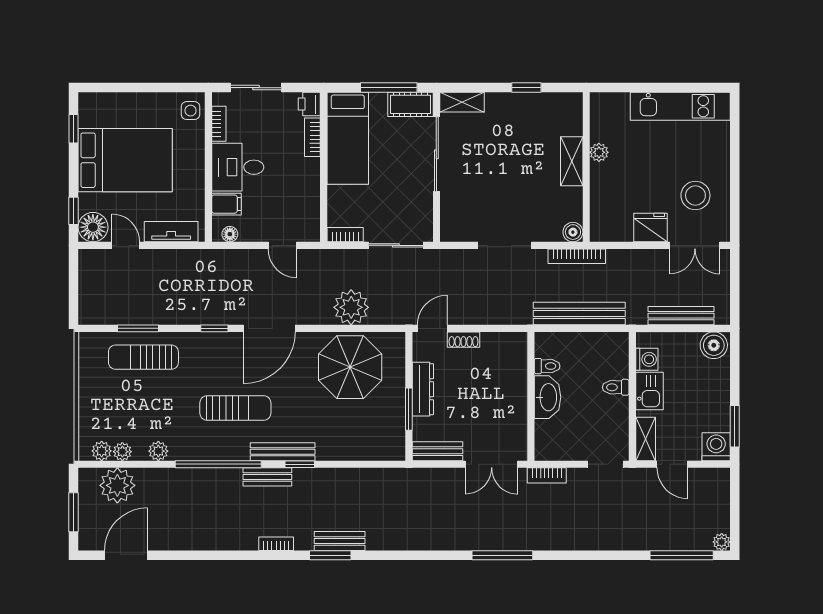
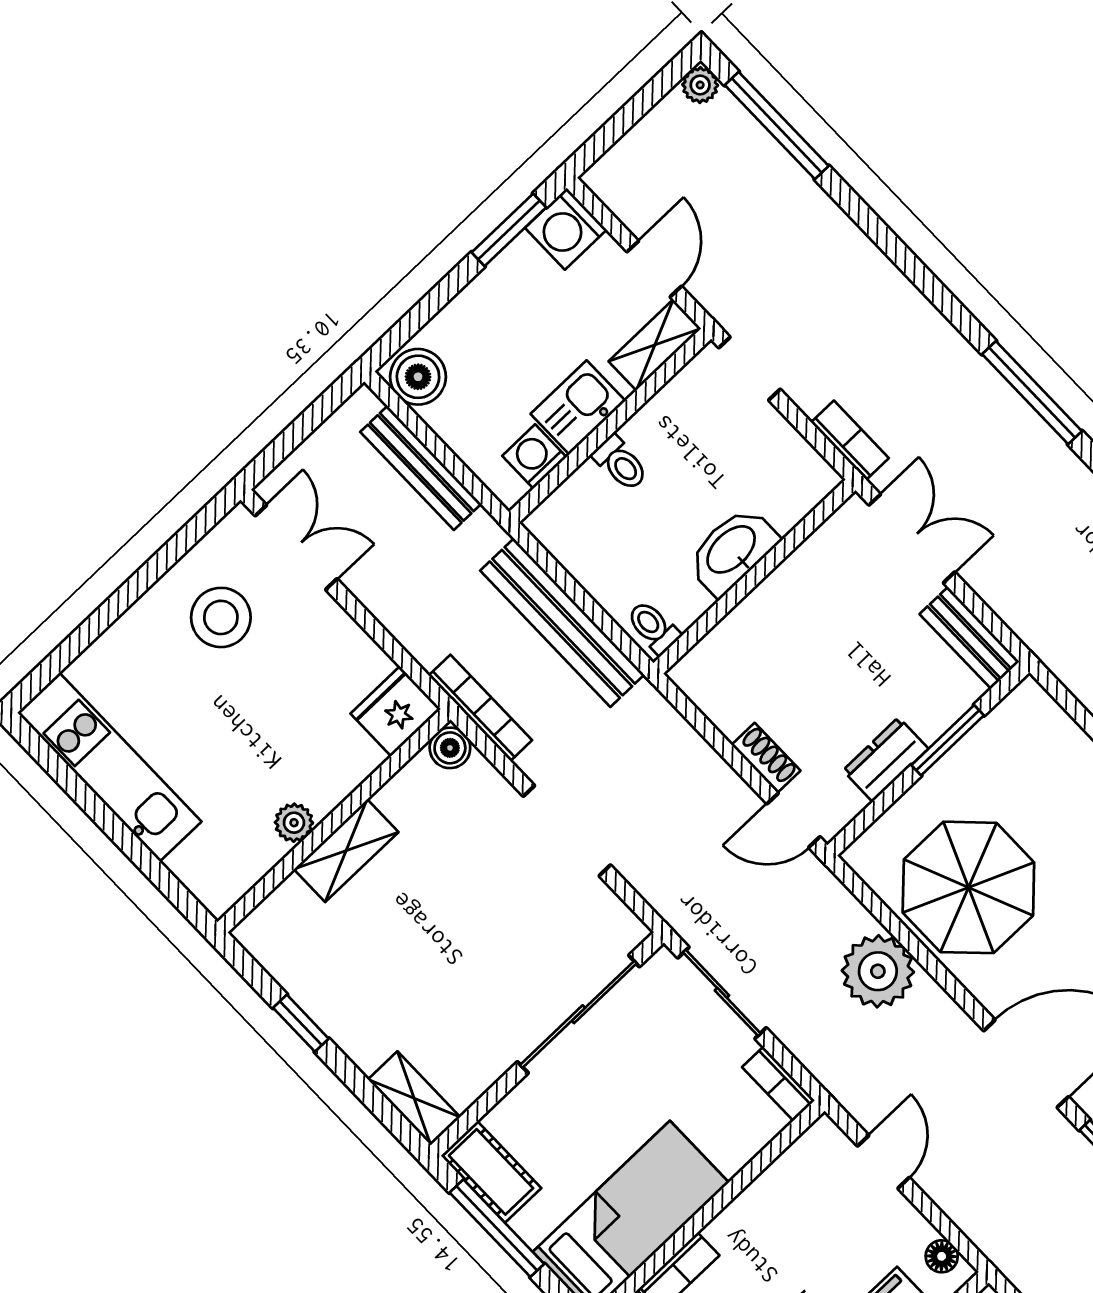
sliding door: (436, 154) -> (578, 1014), moved
fridge: (650, 228) -> (396, 711), moved, turned 90
toilet: (547, 366) -> (653, 627), moved
dresser: (423, 389) -> (886, 760), width x0.70

